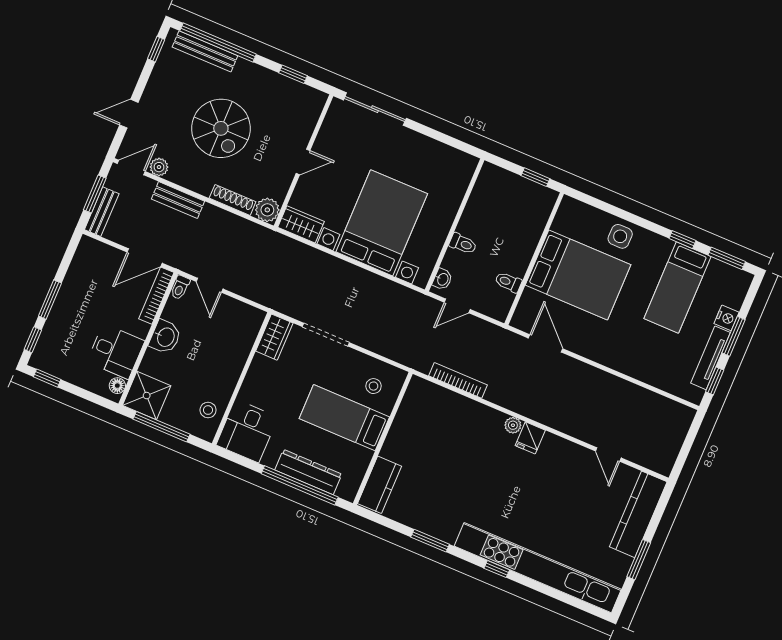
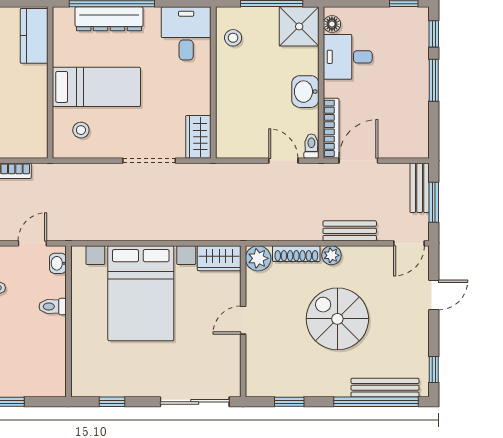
window: (447, 139) -> (112, 402), added
plant: (159, 167) -> (331, 255), moved

